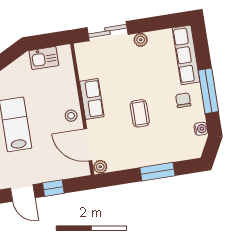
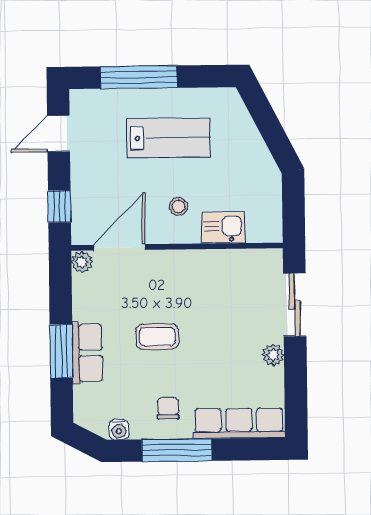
kitchen sink: (44, 58) -> (223, 228), moved, turned 90
row of seats: (92, 99) -> (87, 353), moved, turned -90
chair: (183, 100) -> (168, 408), turned -90
stool: (71, 116) -> (179, 206), moved
window: (53, 188) -> (59, 207), moved

